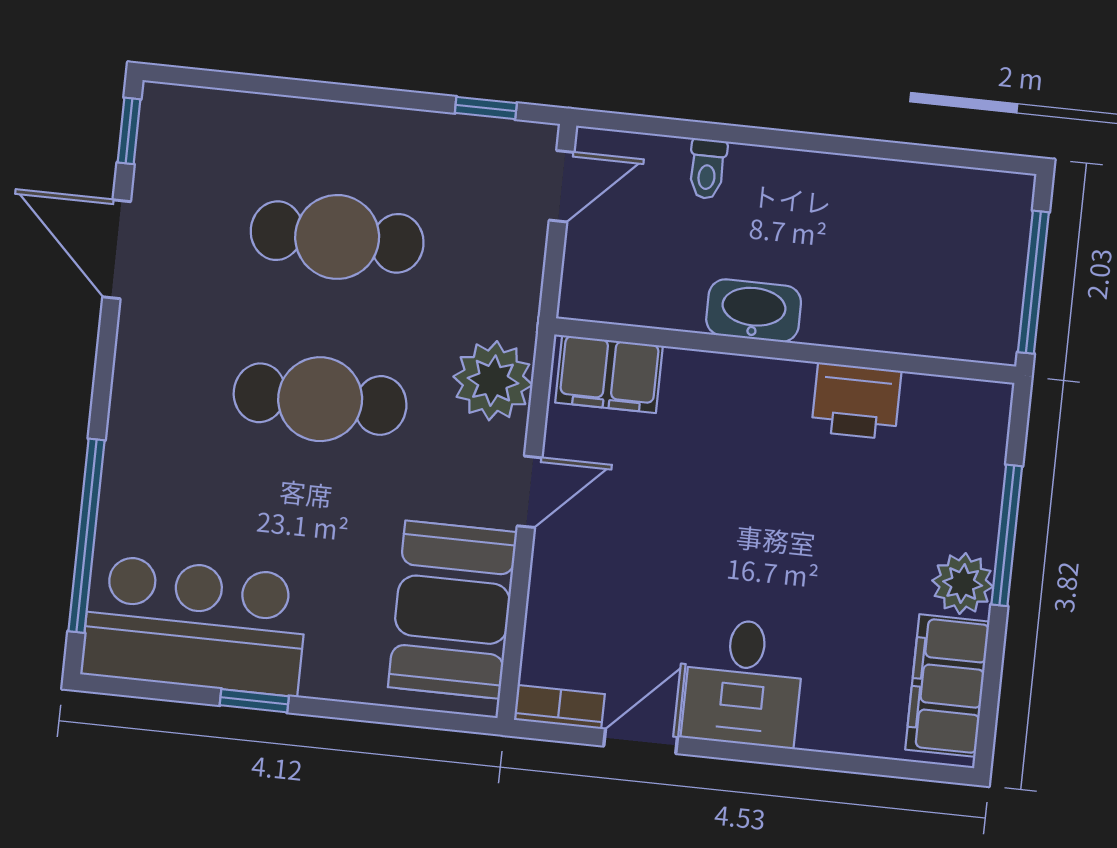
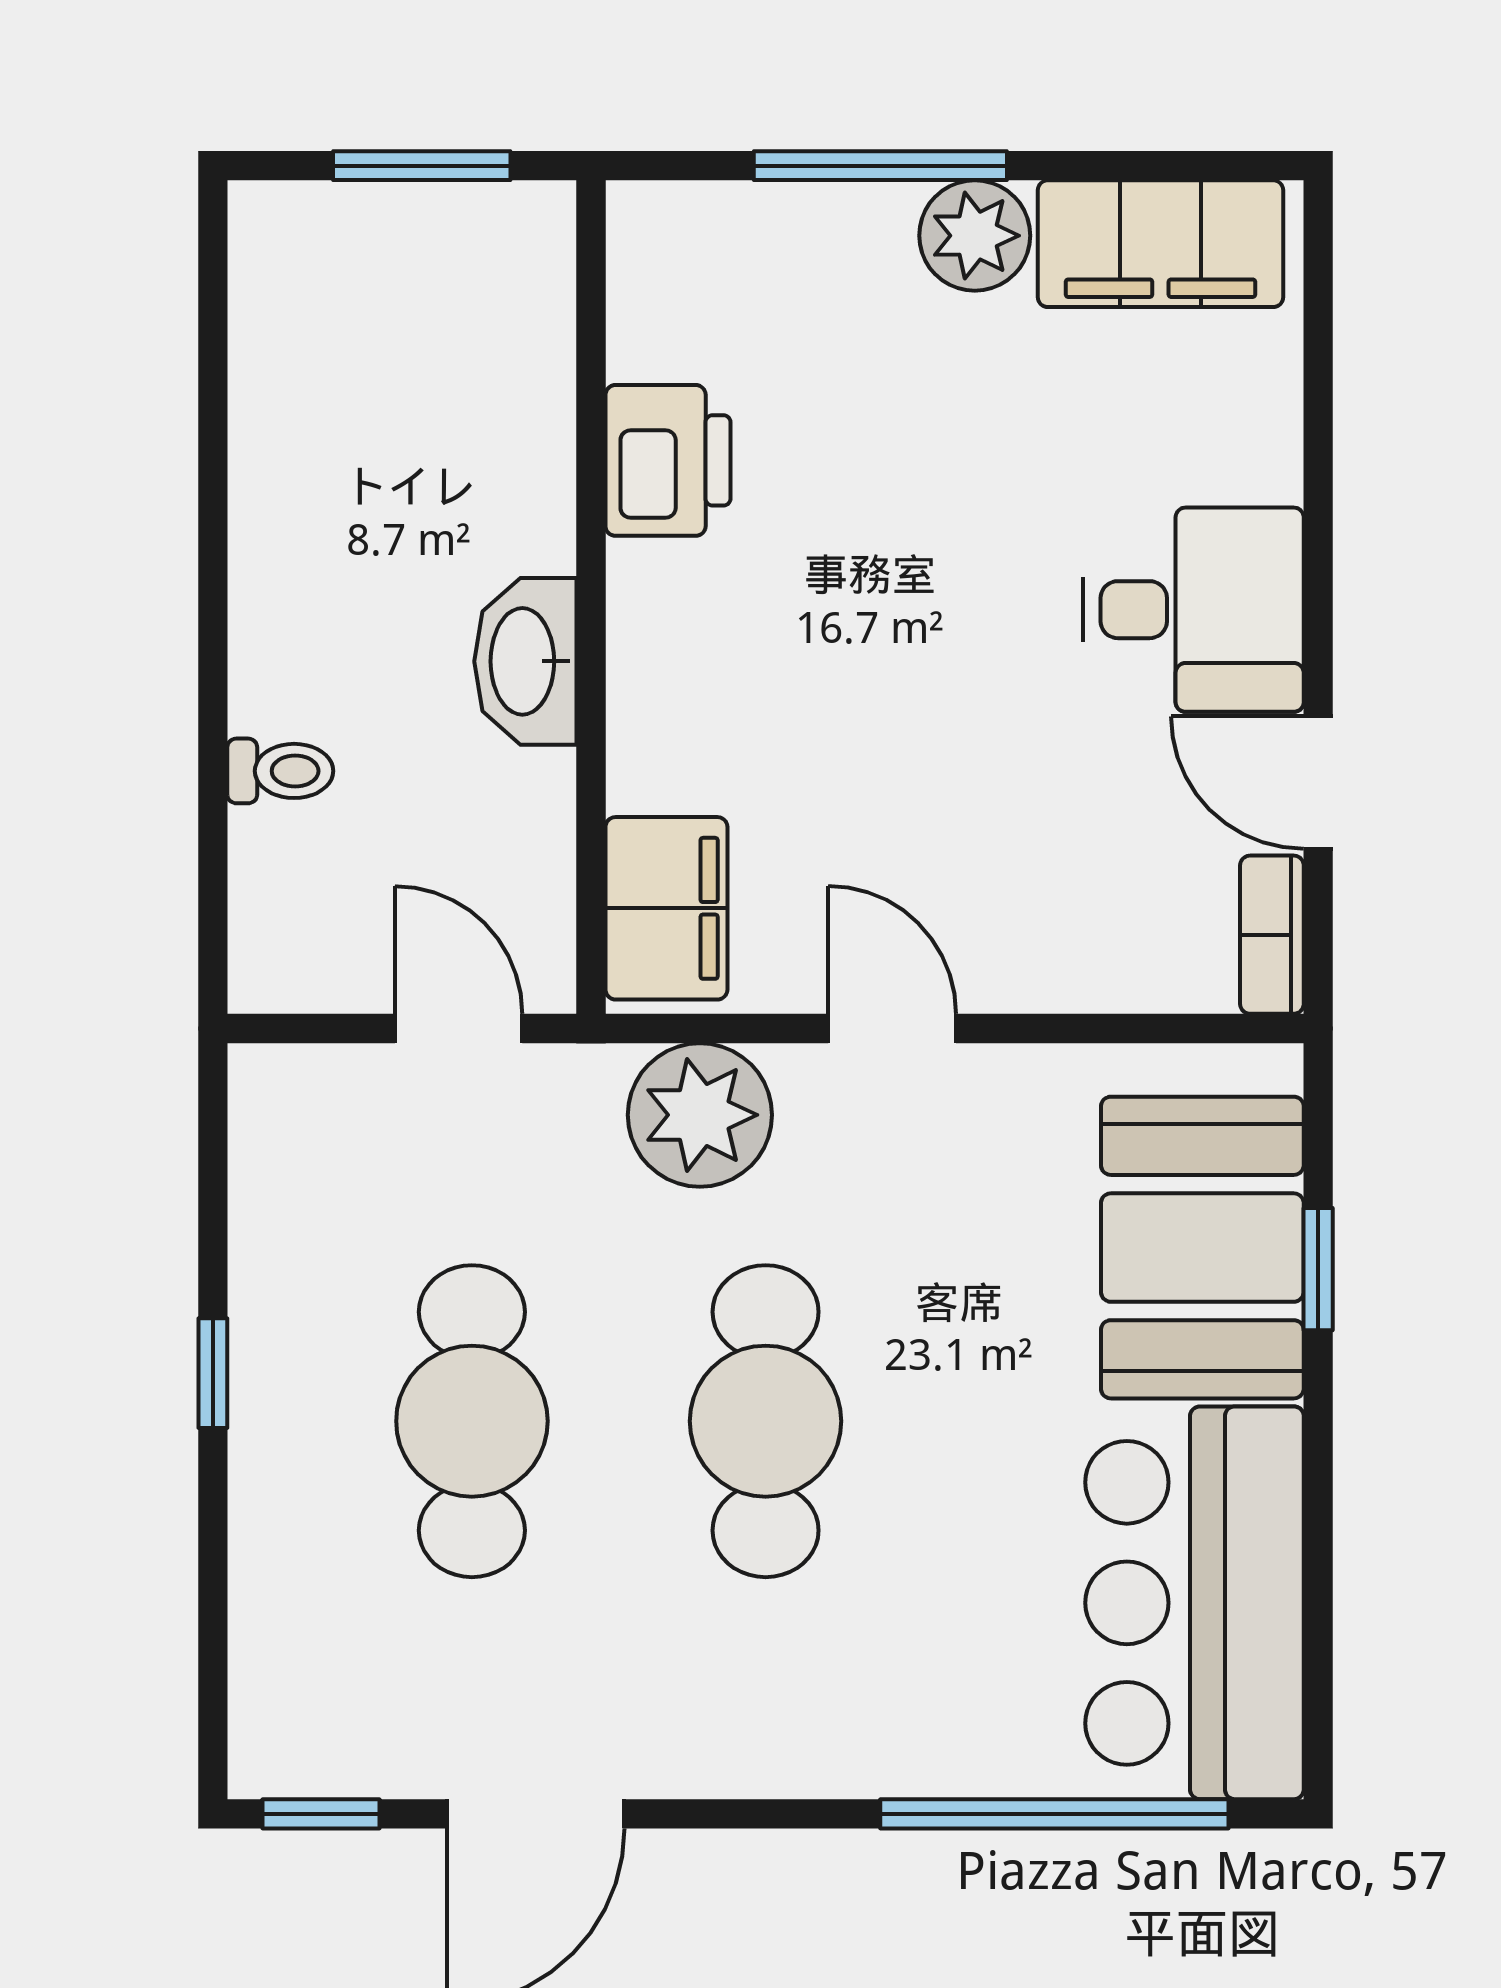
window: (486, 108) -> (213, 1373), moved
door: (562, 186) -> (459, 1028), moved
window: (1033, 282) -> (422, 166), width x0.69
booth: (452, 610) -> (1202, 1248), moved, turned 90
window: (254, 701) -> (1318, 1269), moved

